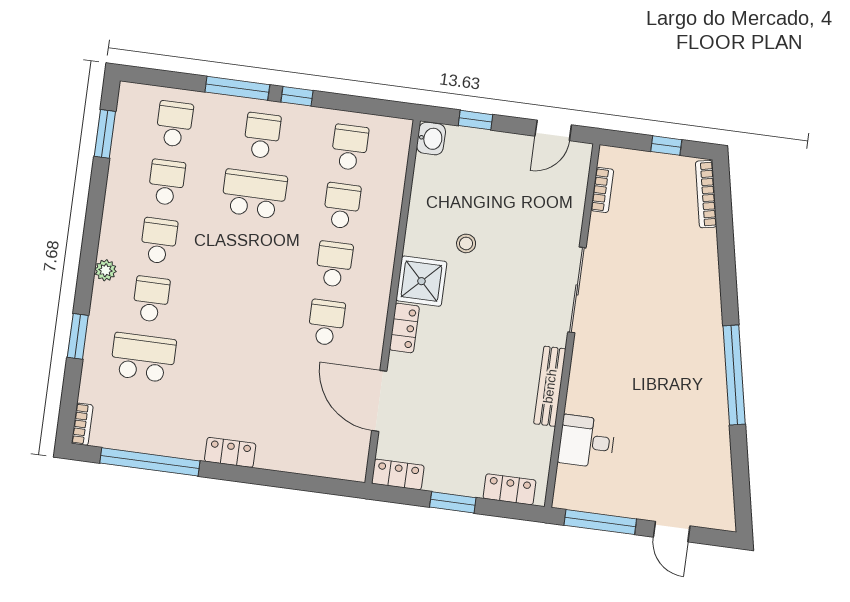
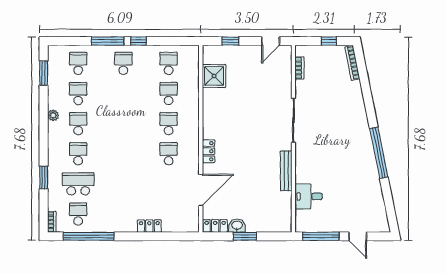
washbasin: (431, 139) -> (237, 226), moved, turned -90
school desk: (254, 194) -> (78, 214), moved, width x0.54
stool: (466, 243) -> (234, 104), removed
plant: (106, 270) -> (53, 115), moved
shower: (421, 281) -> (214, 76), moved
door: (379, 401) -> (201, 190), swing flipped
locker: (230, 452) -> (149, 226), moved
locker: (510, 489) -> (273, 226), removed

